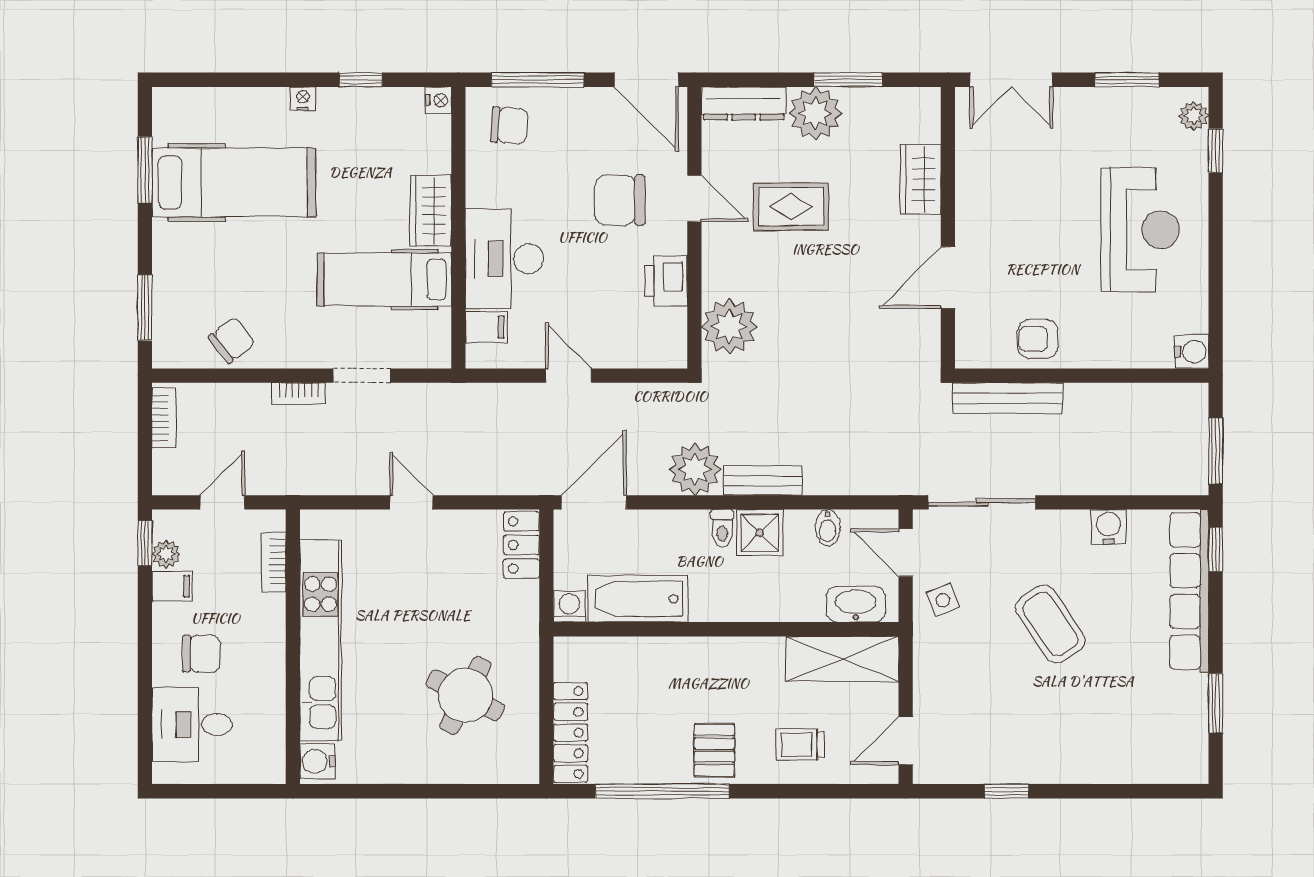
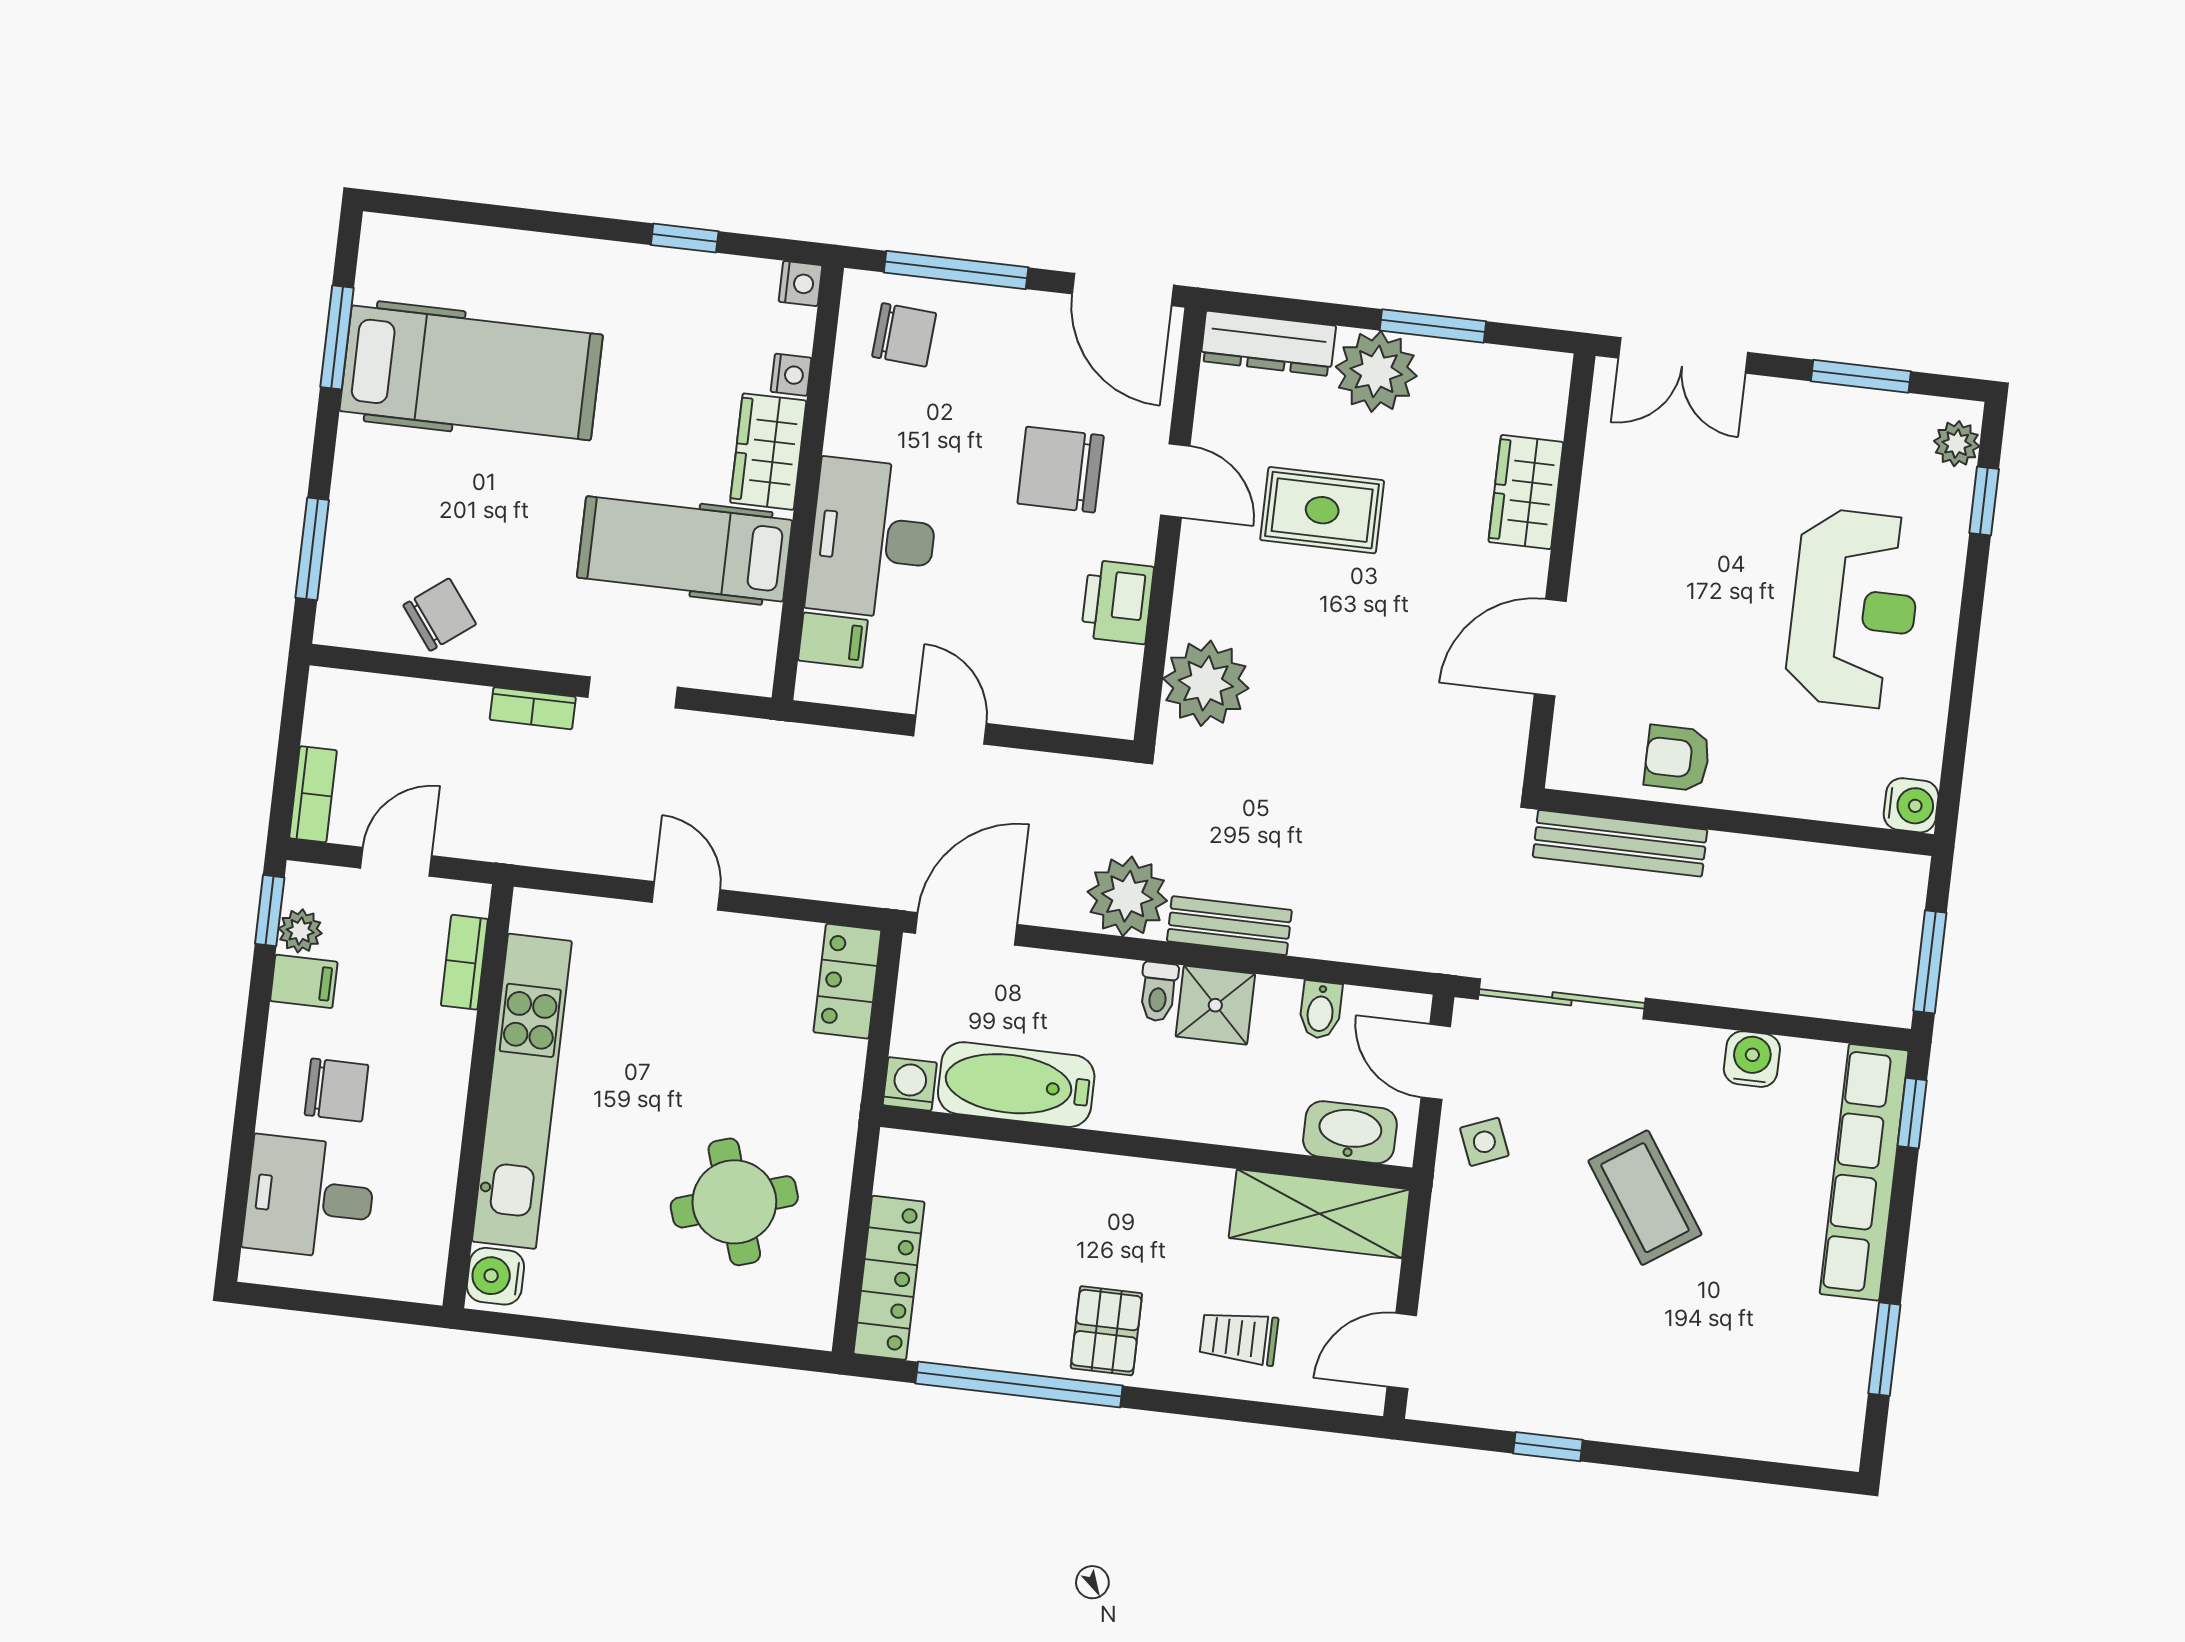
nightstand: (303, 99) -> (791, 375), moved, turned 90
bookcase: (164, 418) -> (313, 794), moved
round table: (465, 695) -> (734, 1202), turned 45

